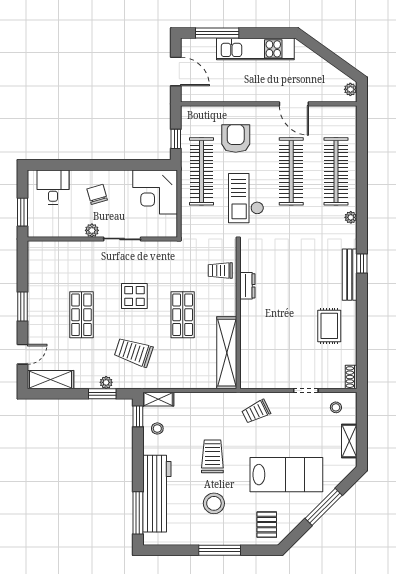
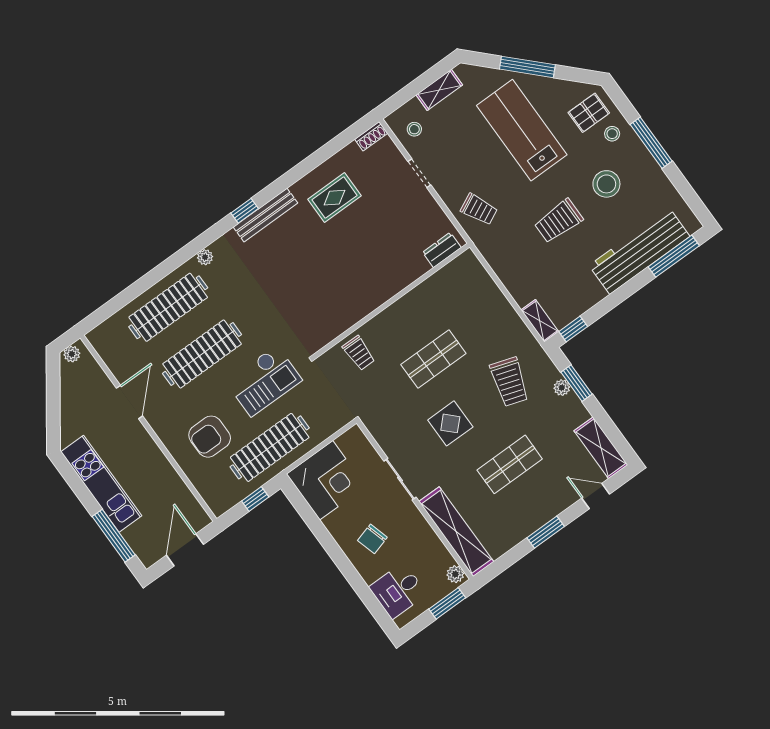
plant: (92, 230) -> (455, 574), moved
dresser: (247, 286) -> (442, 250), moved
shelving: (227, 353) -> (456, 532), moved, turned 90
stool: (157, 428) -> (612, 134), moved

